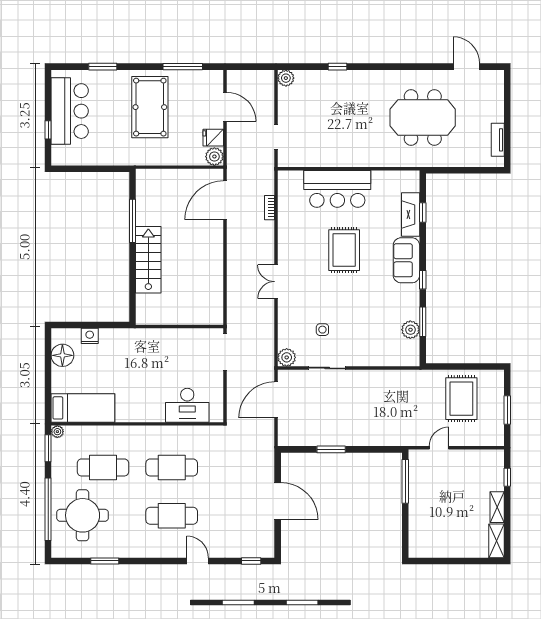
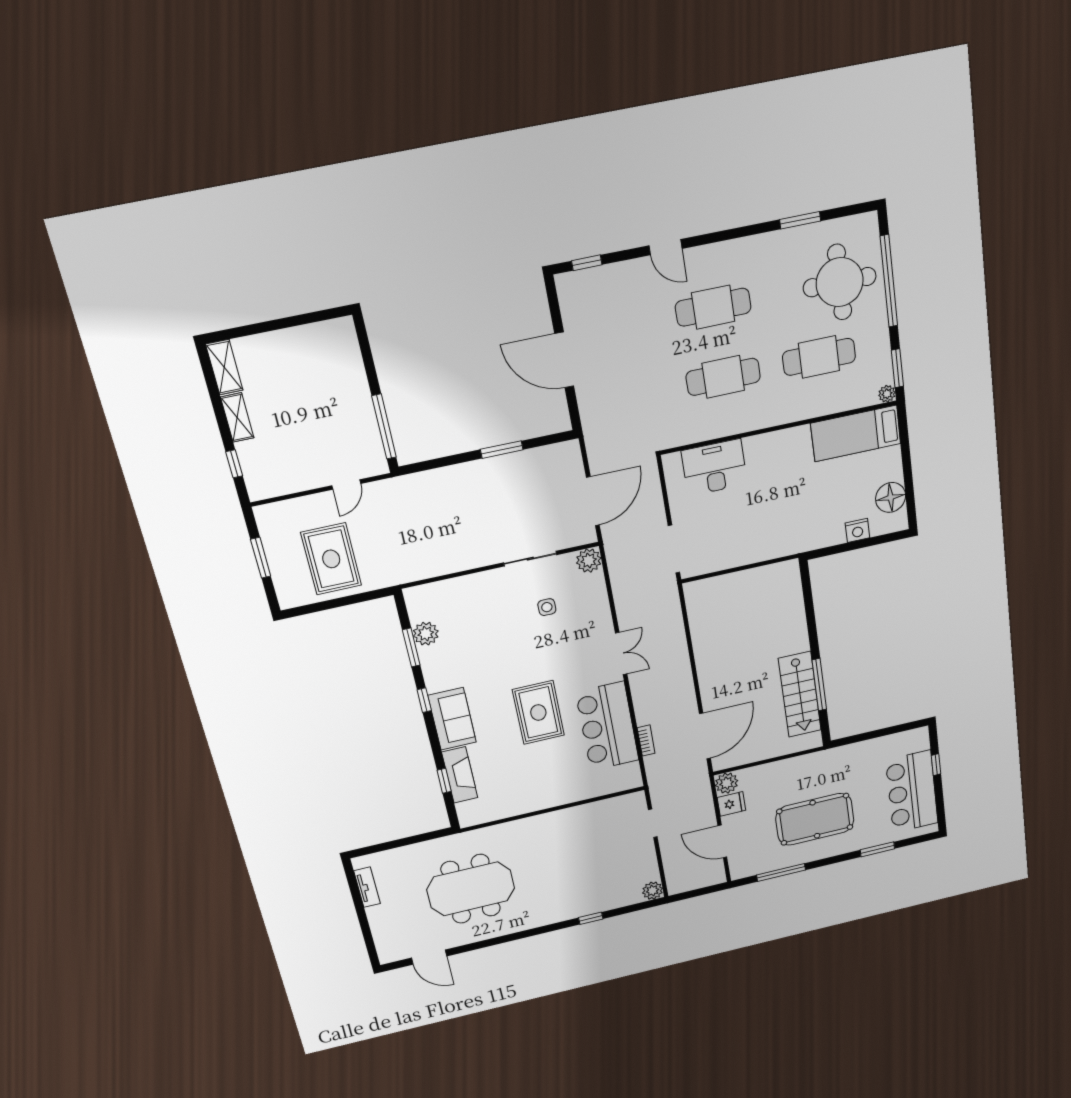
pool table: (150, 107) -> (815, 819), turned 90
bar counter: (337, 189) -> (607, 726), moved, turned -90
stairs: (148, 260) -> (800, 694), moved

